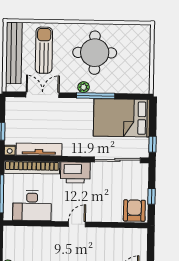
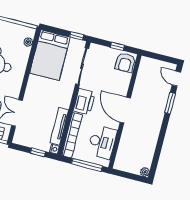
plant: (84, 87) -> (28, 42), moved
window: (96, 96) -> (28, 71), removed
armchair: (134, 211) -> (125, 62), turned -90
door: (77, 224) -> (125, 110), width x1.87

